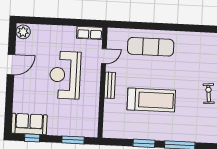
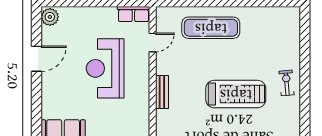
bench: (110, 85) -> (162, 92), moved
treadmill: (151, 100) -> (236, 94), moved

